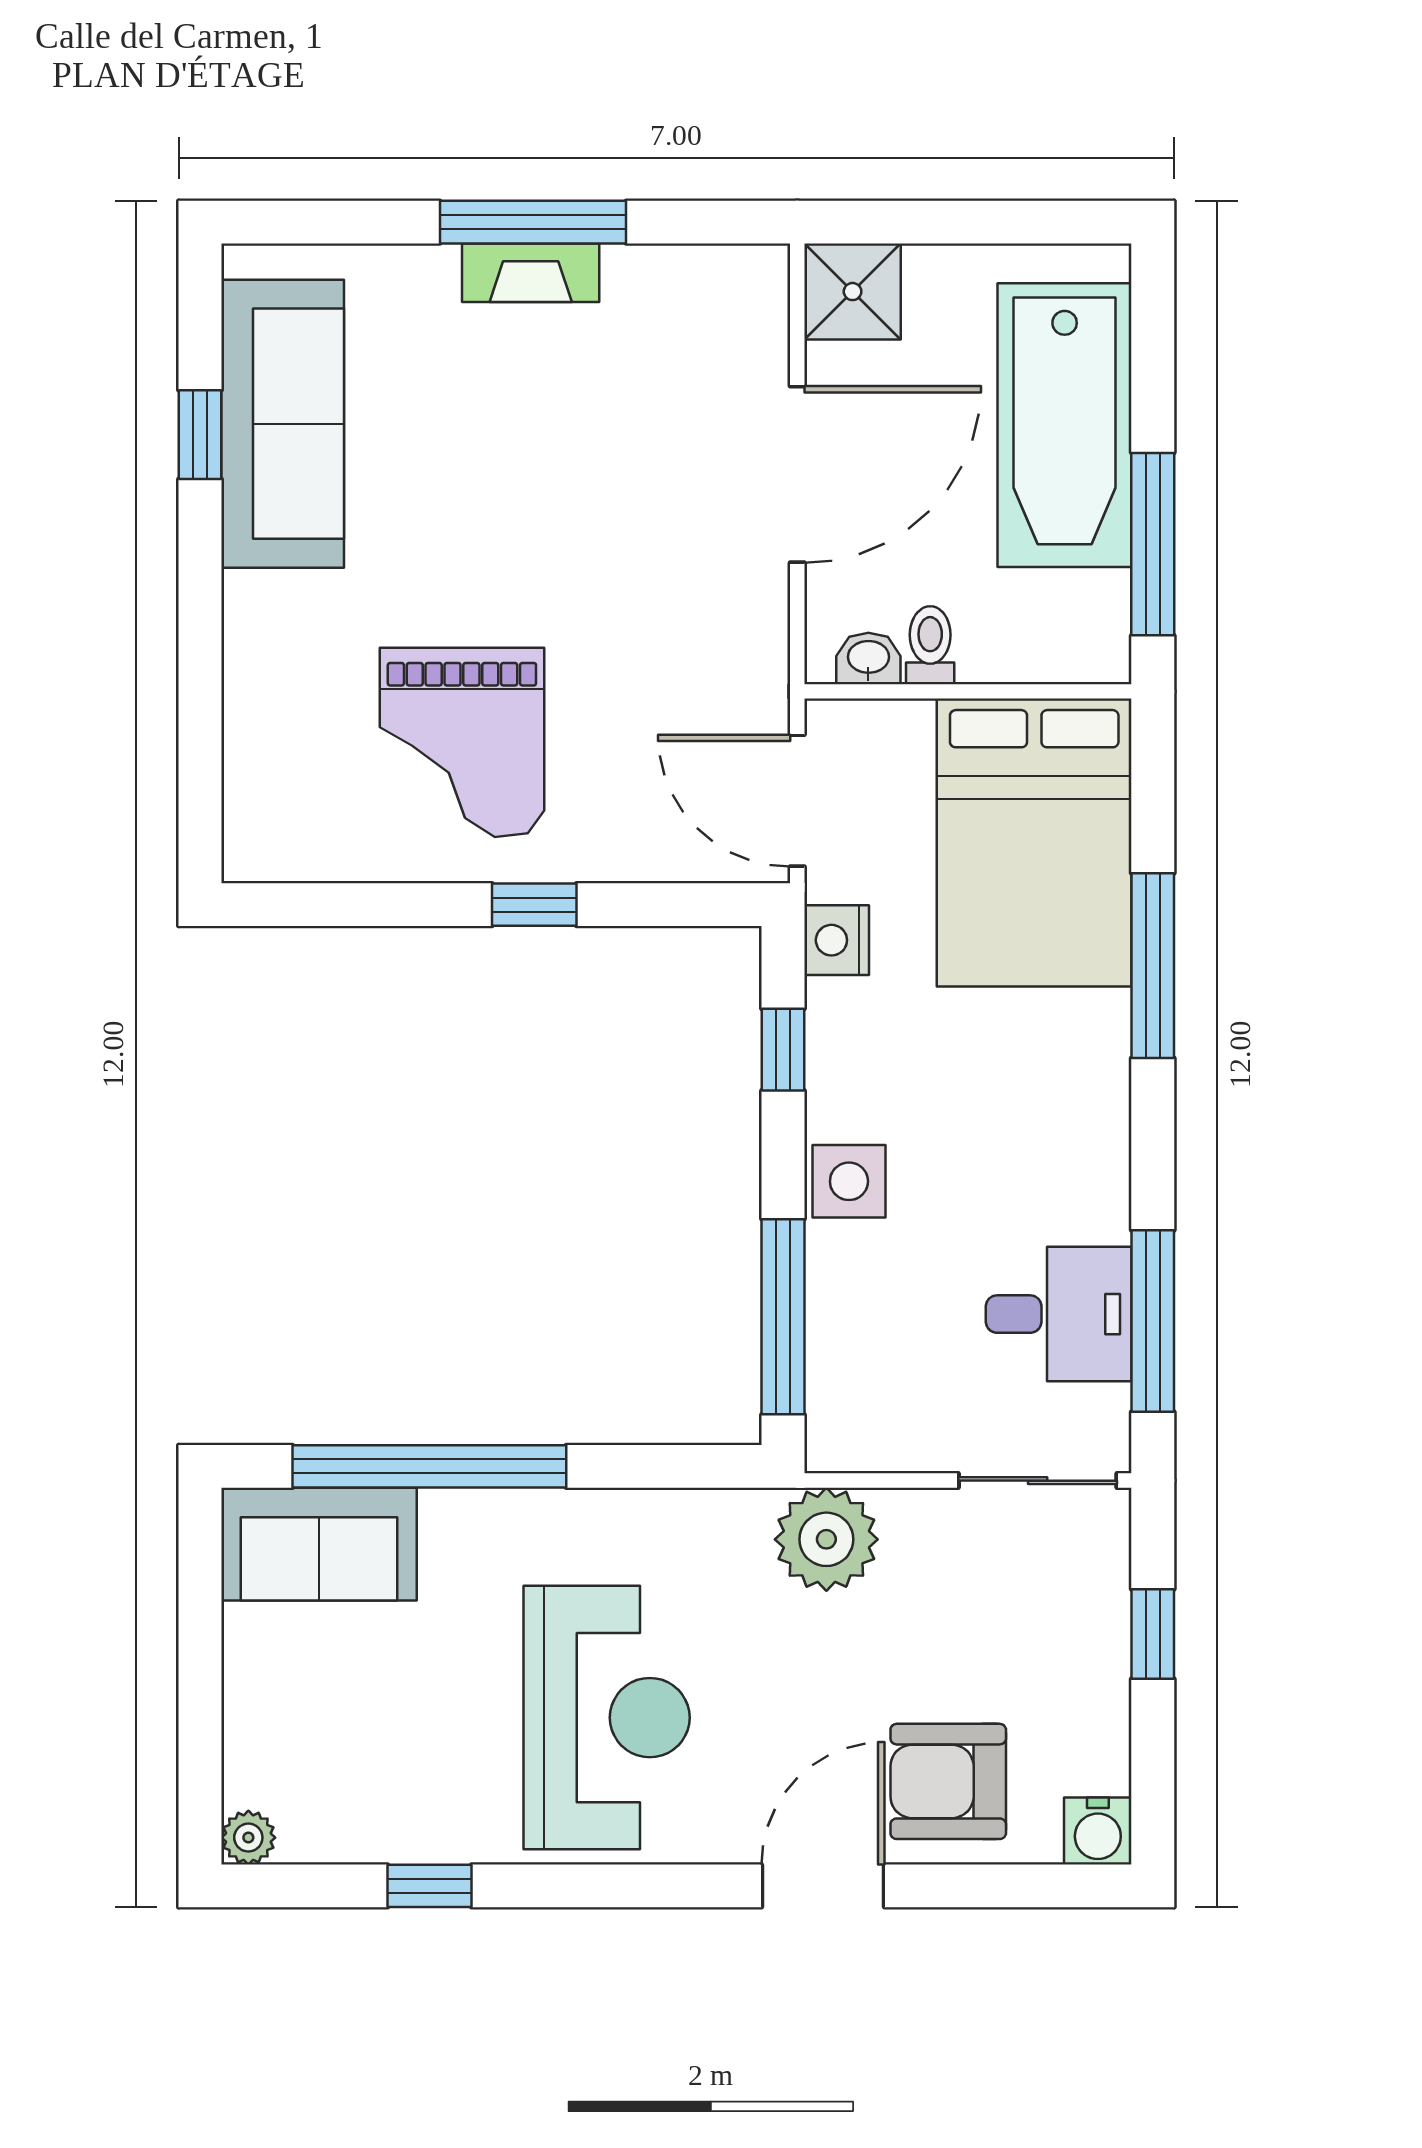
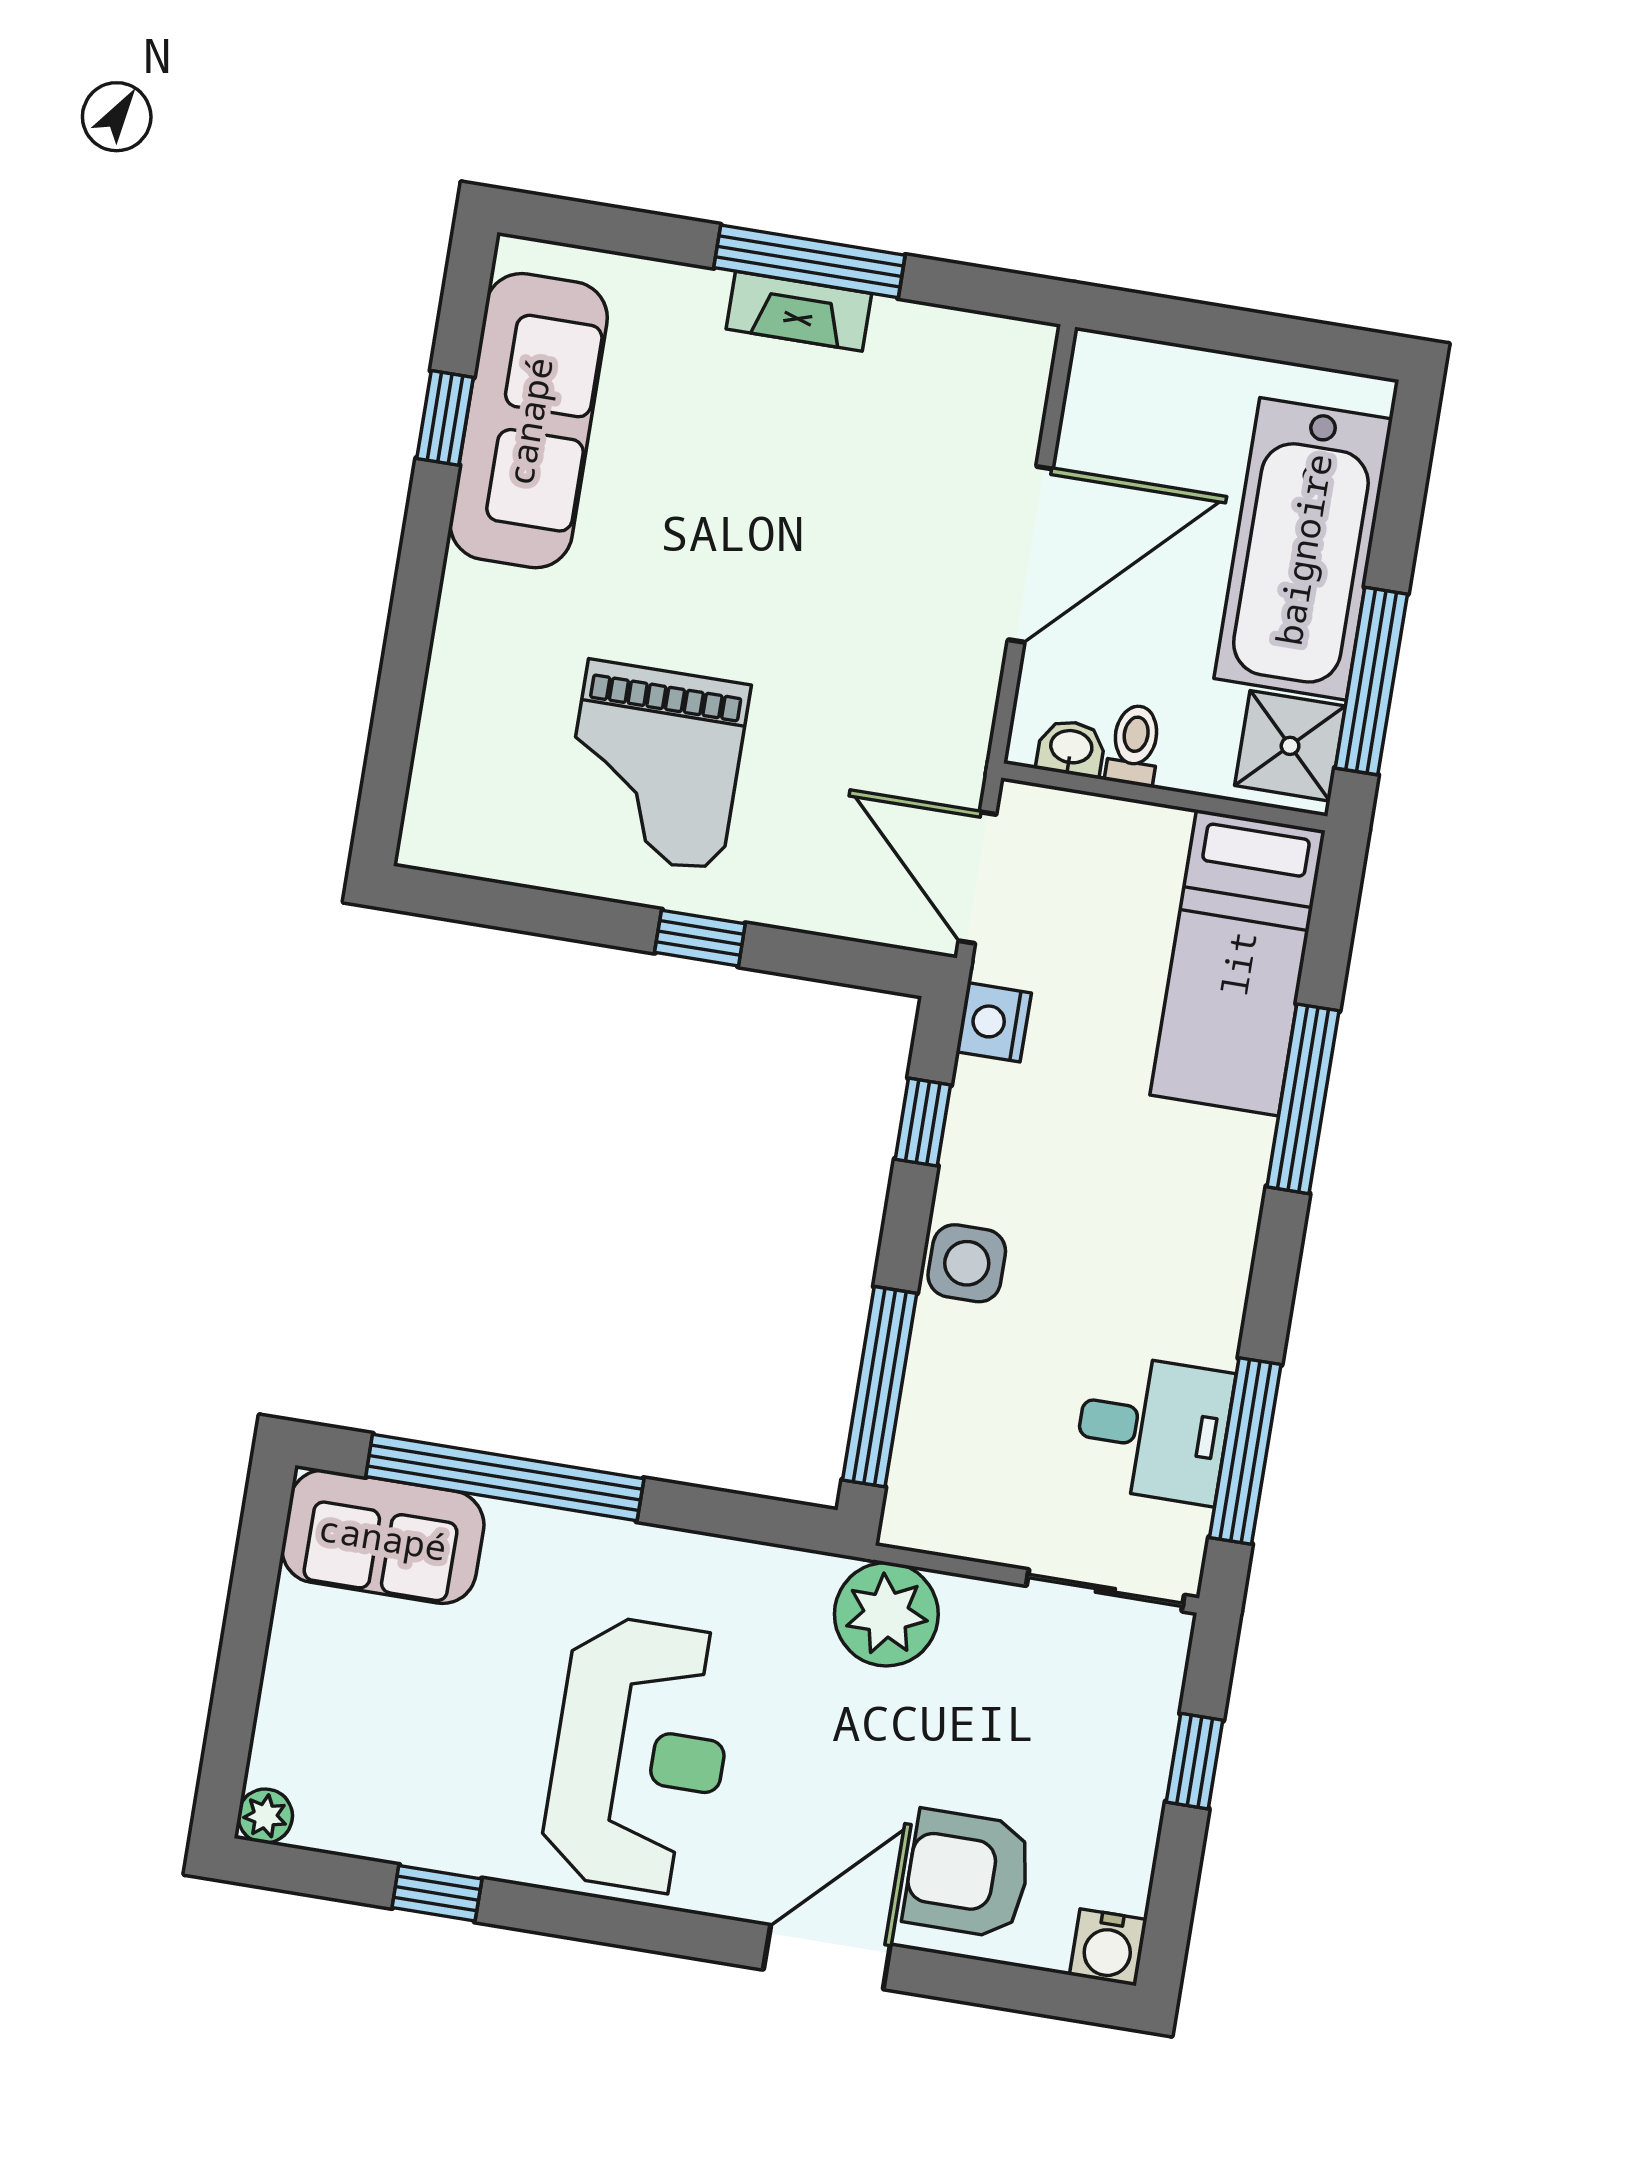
shower: (853, 292) -> (1290, 746), moved
bed: (1034, 843) -> (1238, 963), width x0.67

